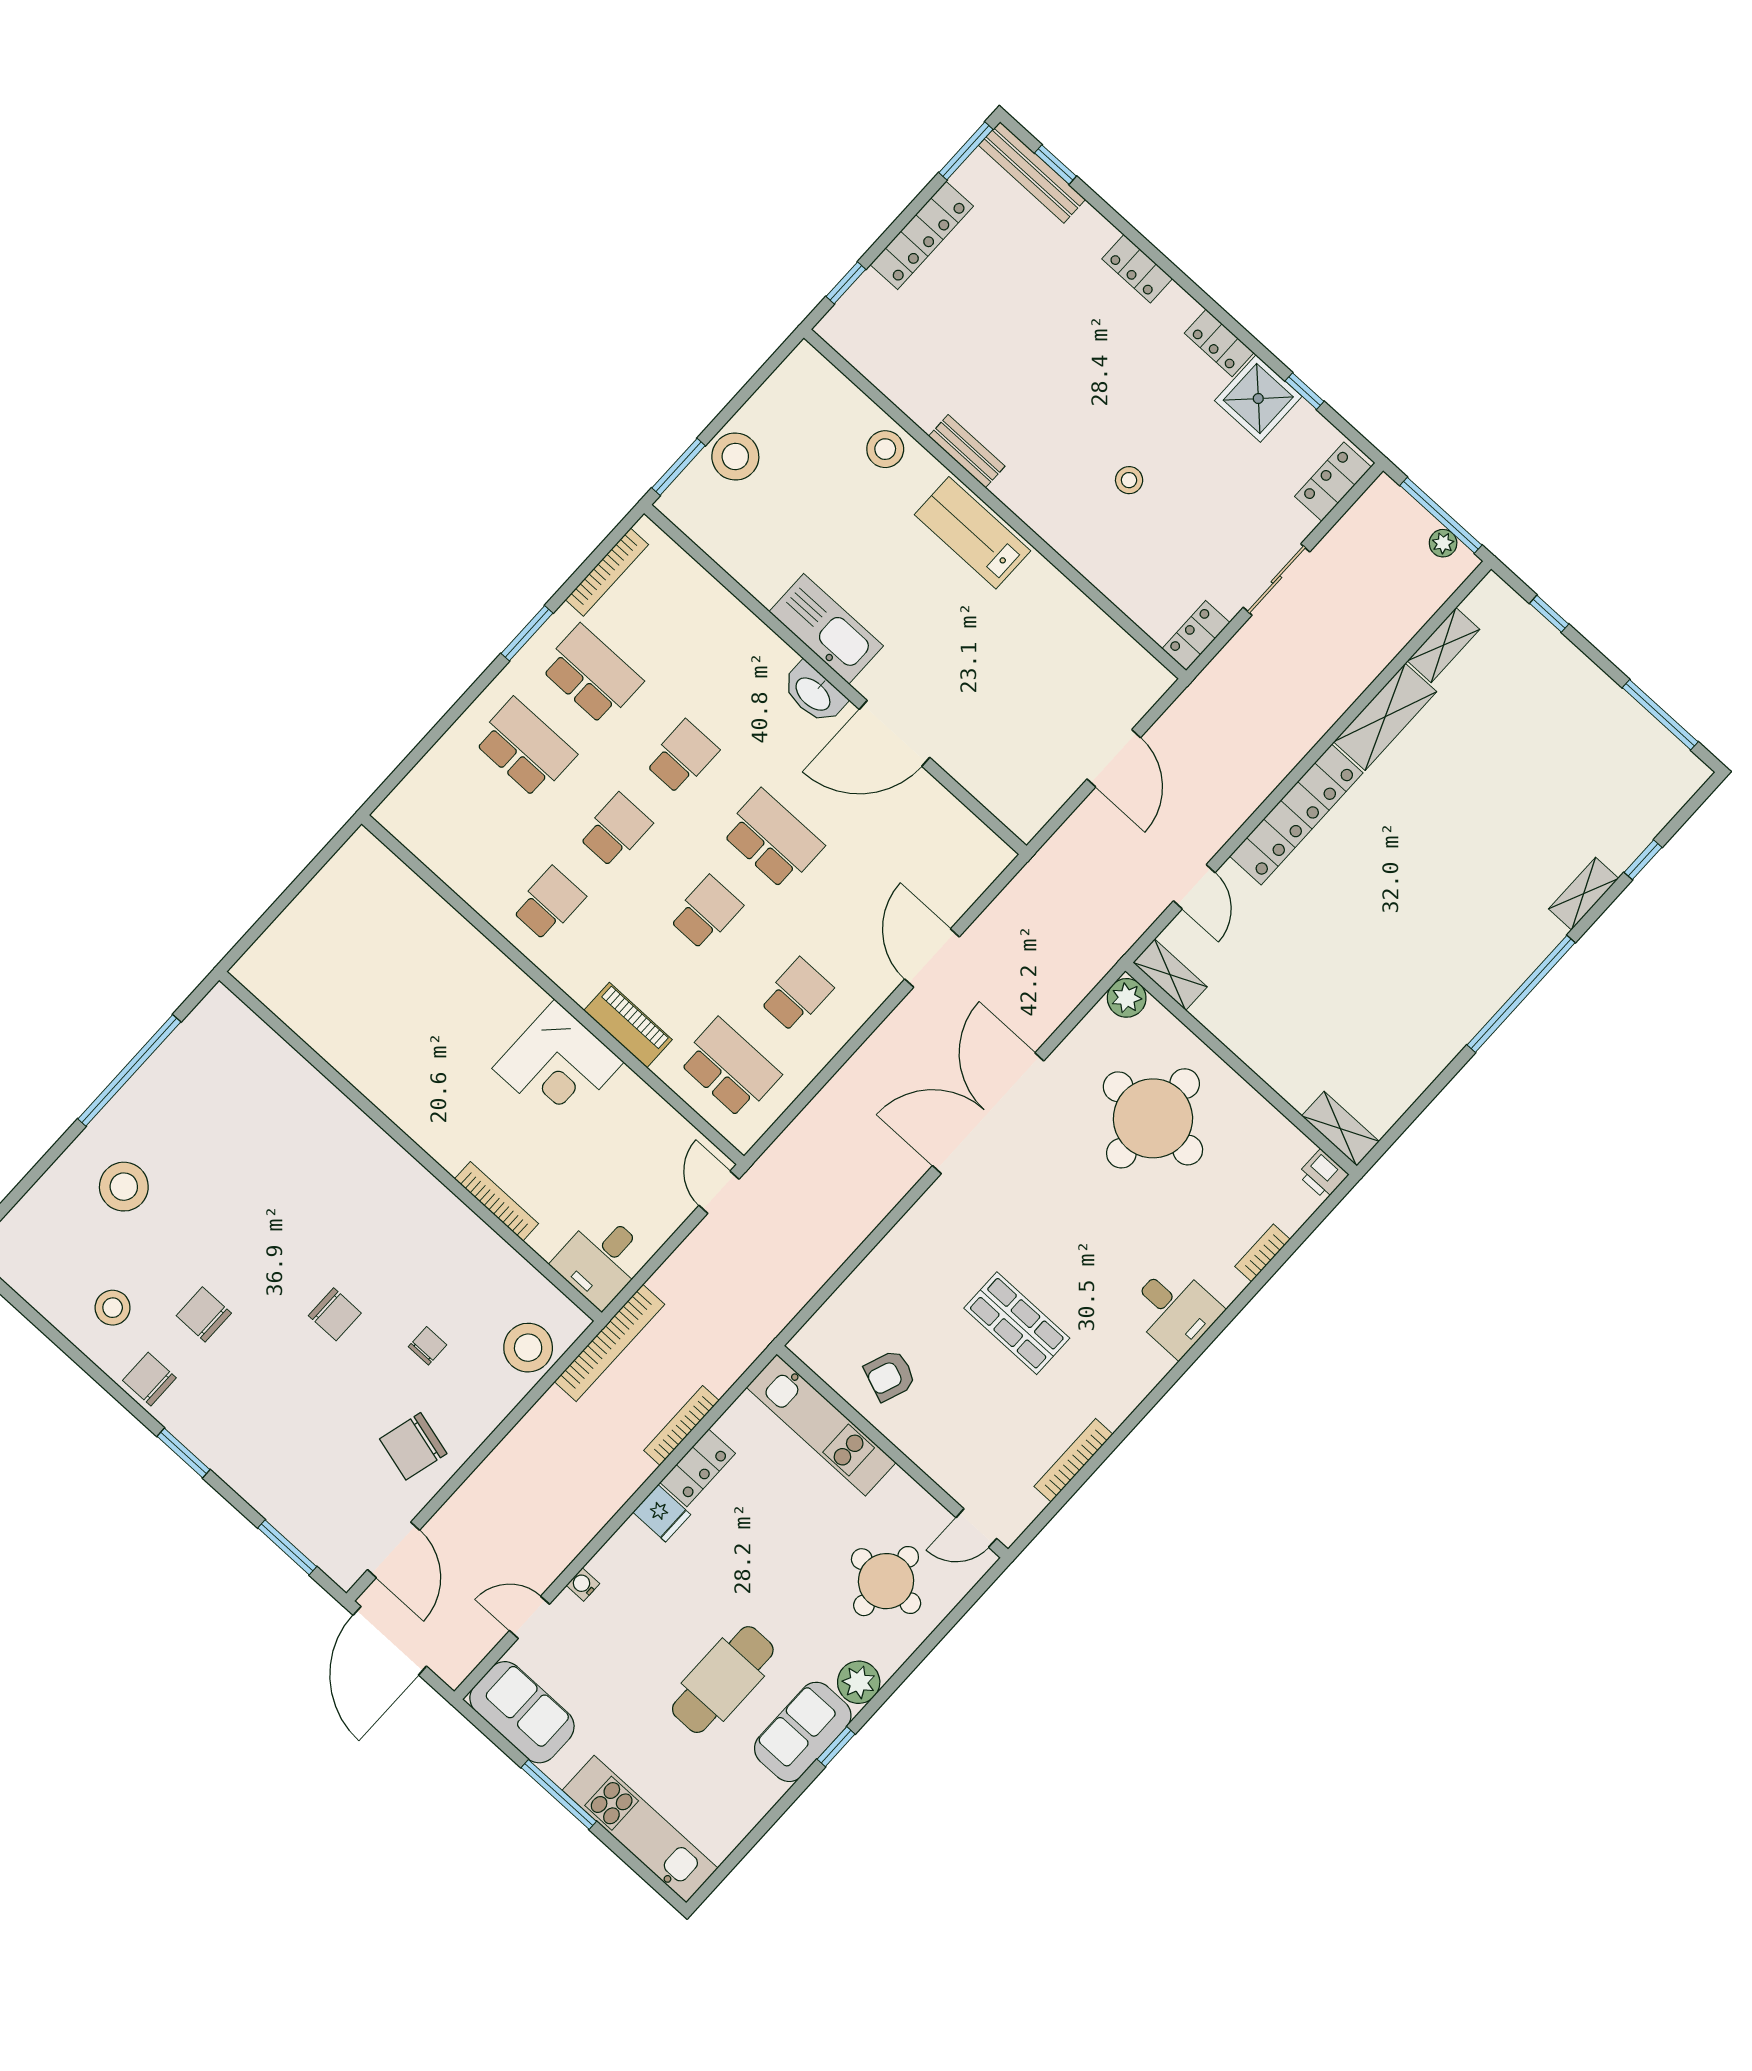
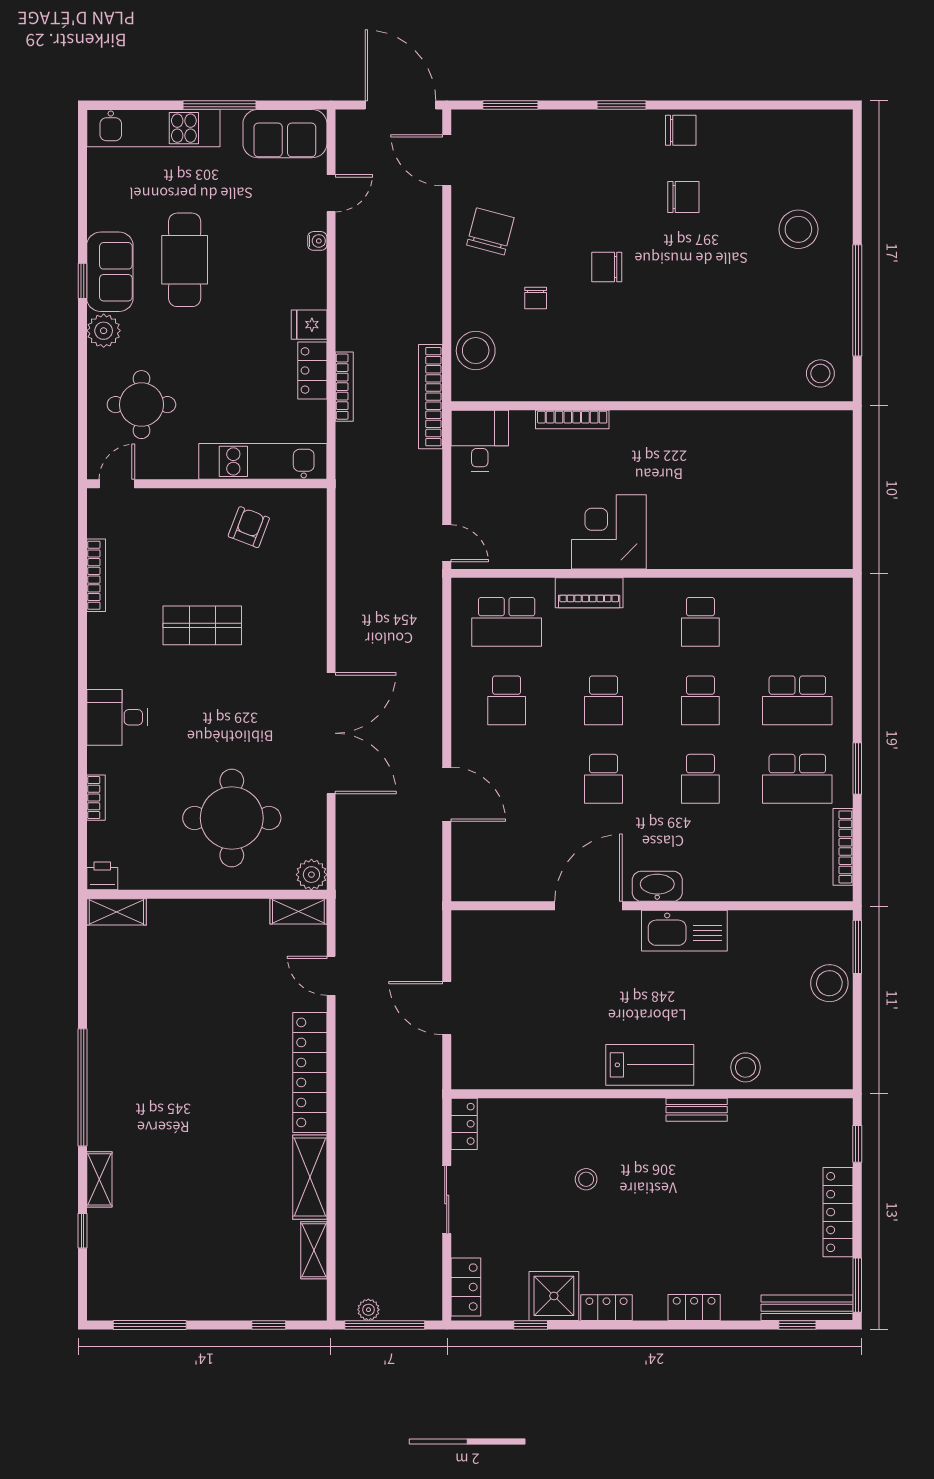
school desk: (773, 839) -> (604, 779), width x0.54
stool: (113, 1308) -> (820, 373), moved

